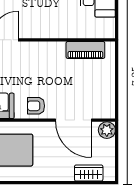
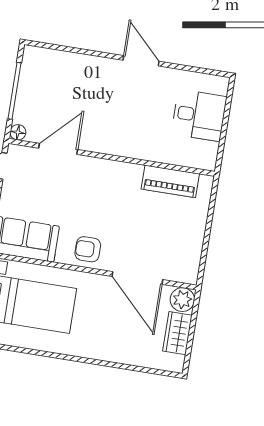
wardrobe: (89, 173) -> (177, 333), moved, turned -90

